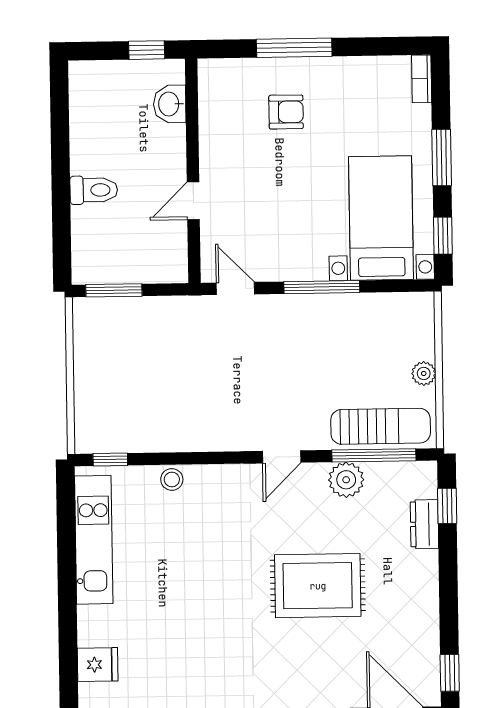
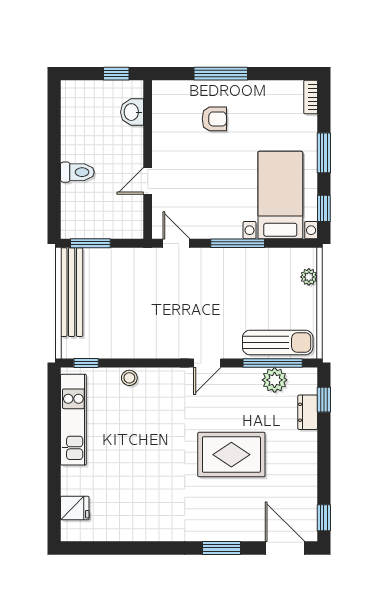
bench: (88, 360) -> (72, 292), added
plant: (424, 373) -> (309, 277), moved
plant: (346, 480) -> (275, 380), moved

